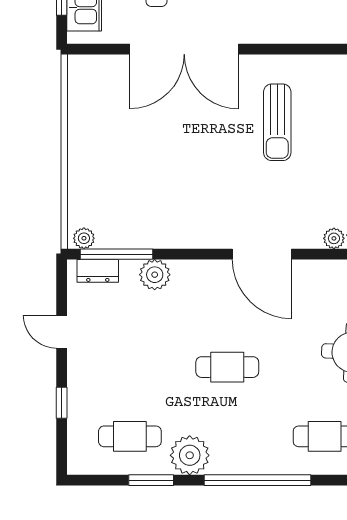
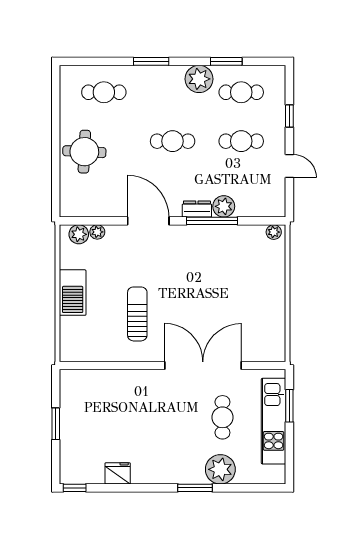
window: (116, 254) -> (212, 221), moved
dresser: (98, 271) -> (197, 209), moved
cafe table: (130, 367) -> (241, 141), added
window: (258, 480) -> (151, 61), width x0.47

